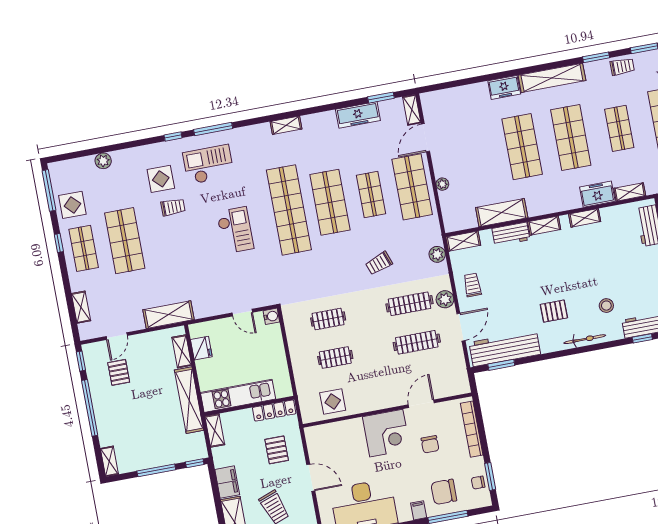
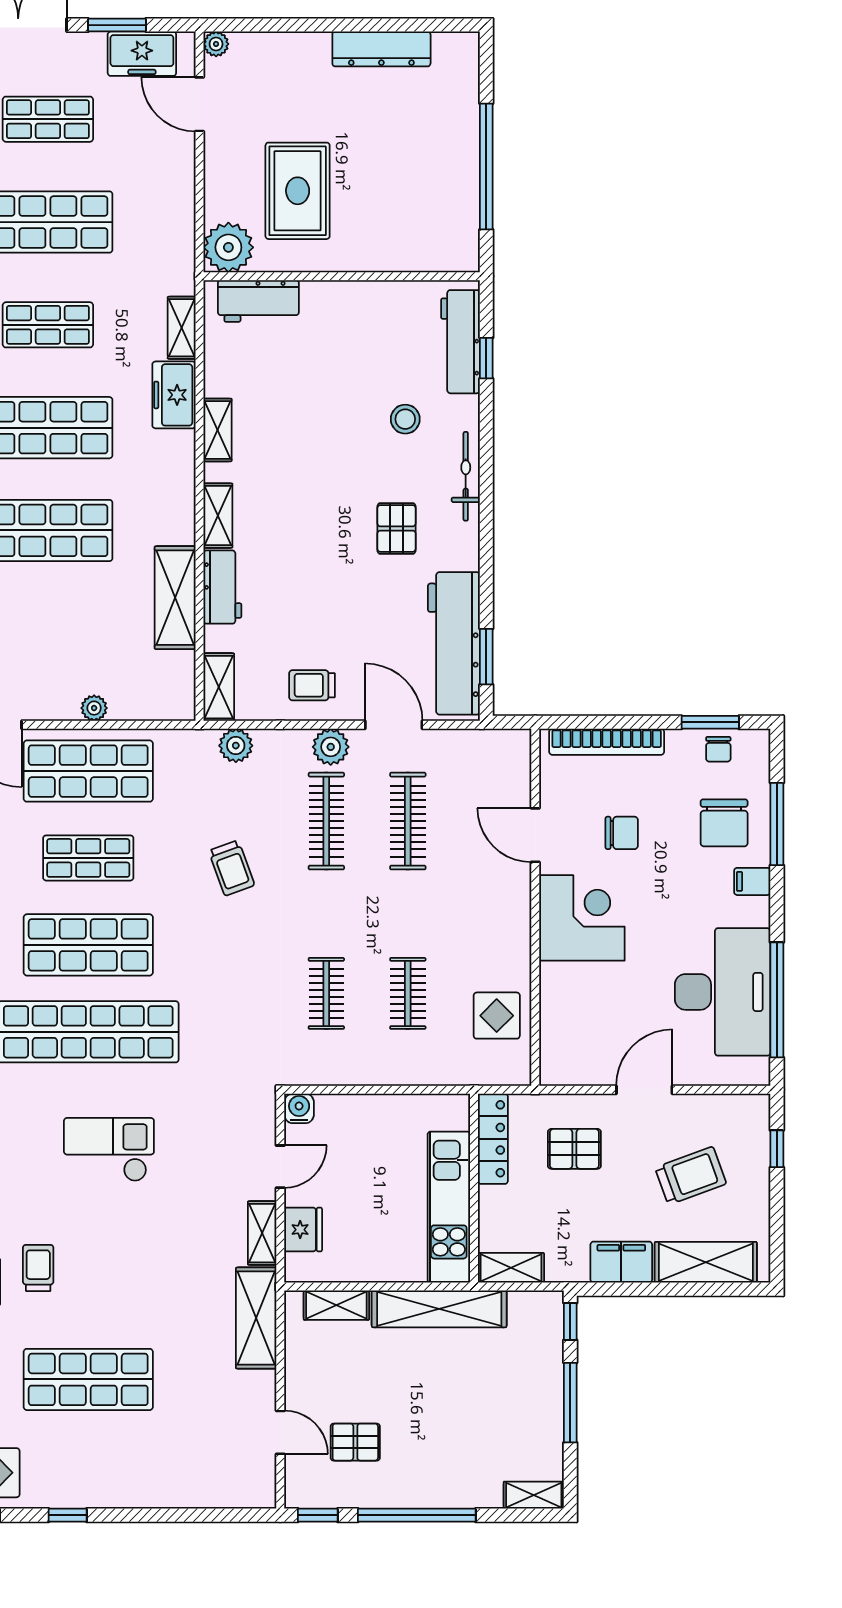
shop shelf: (84, 248) -> (88, 1466), removed
shelving: (81, 307) -> (262, 1233), moved, turned 90
fridge: (201, 348) -> (303, 1230), moved, turned 90

